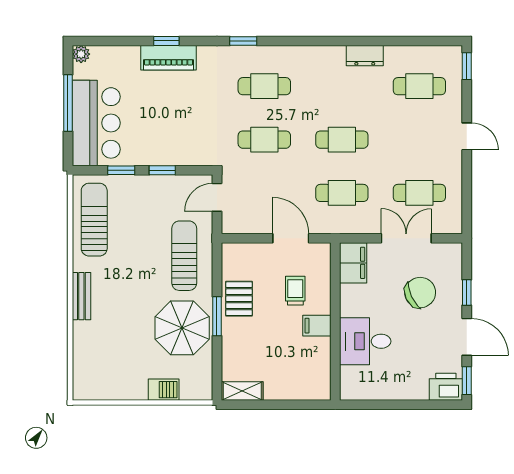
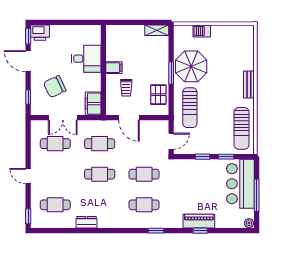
window: (467, 292) -> (28, 97), moved
pallet: (239, 299) -> (158, 95), moved

